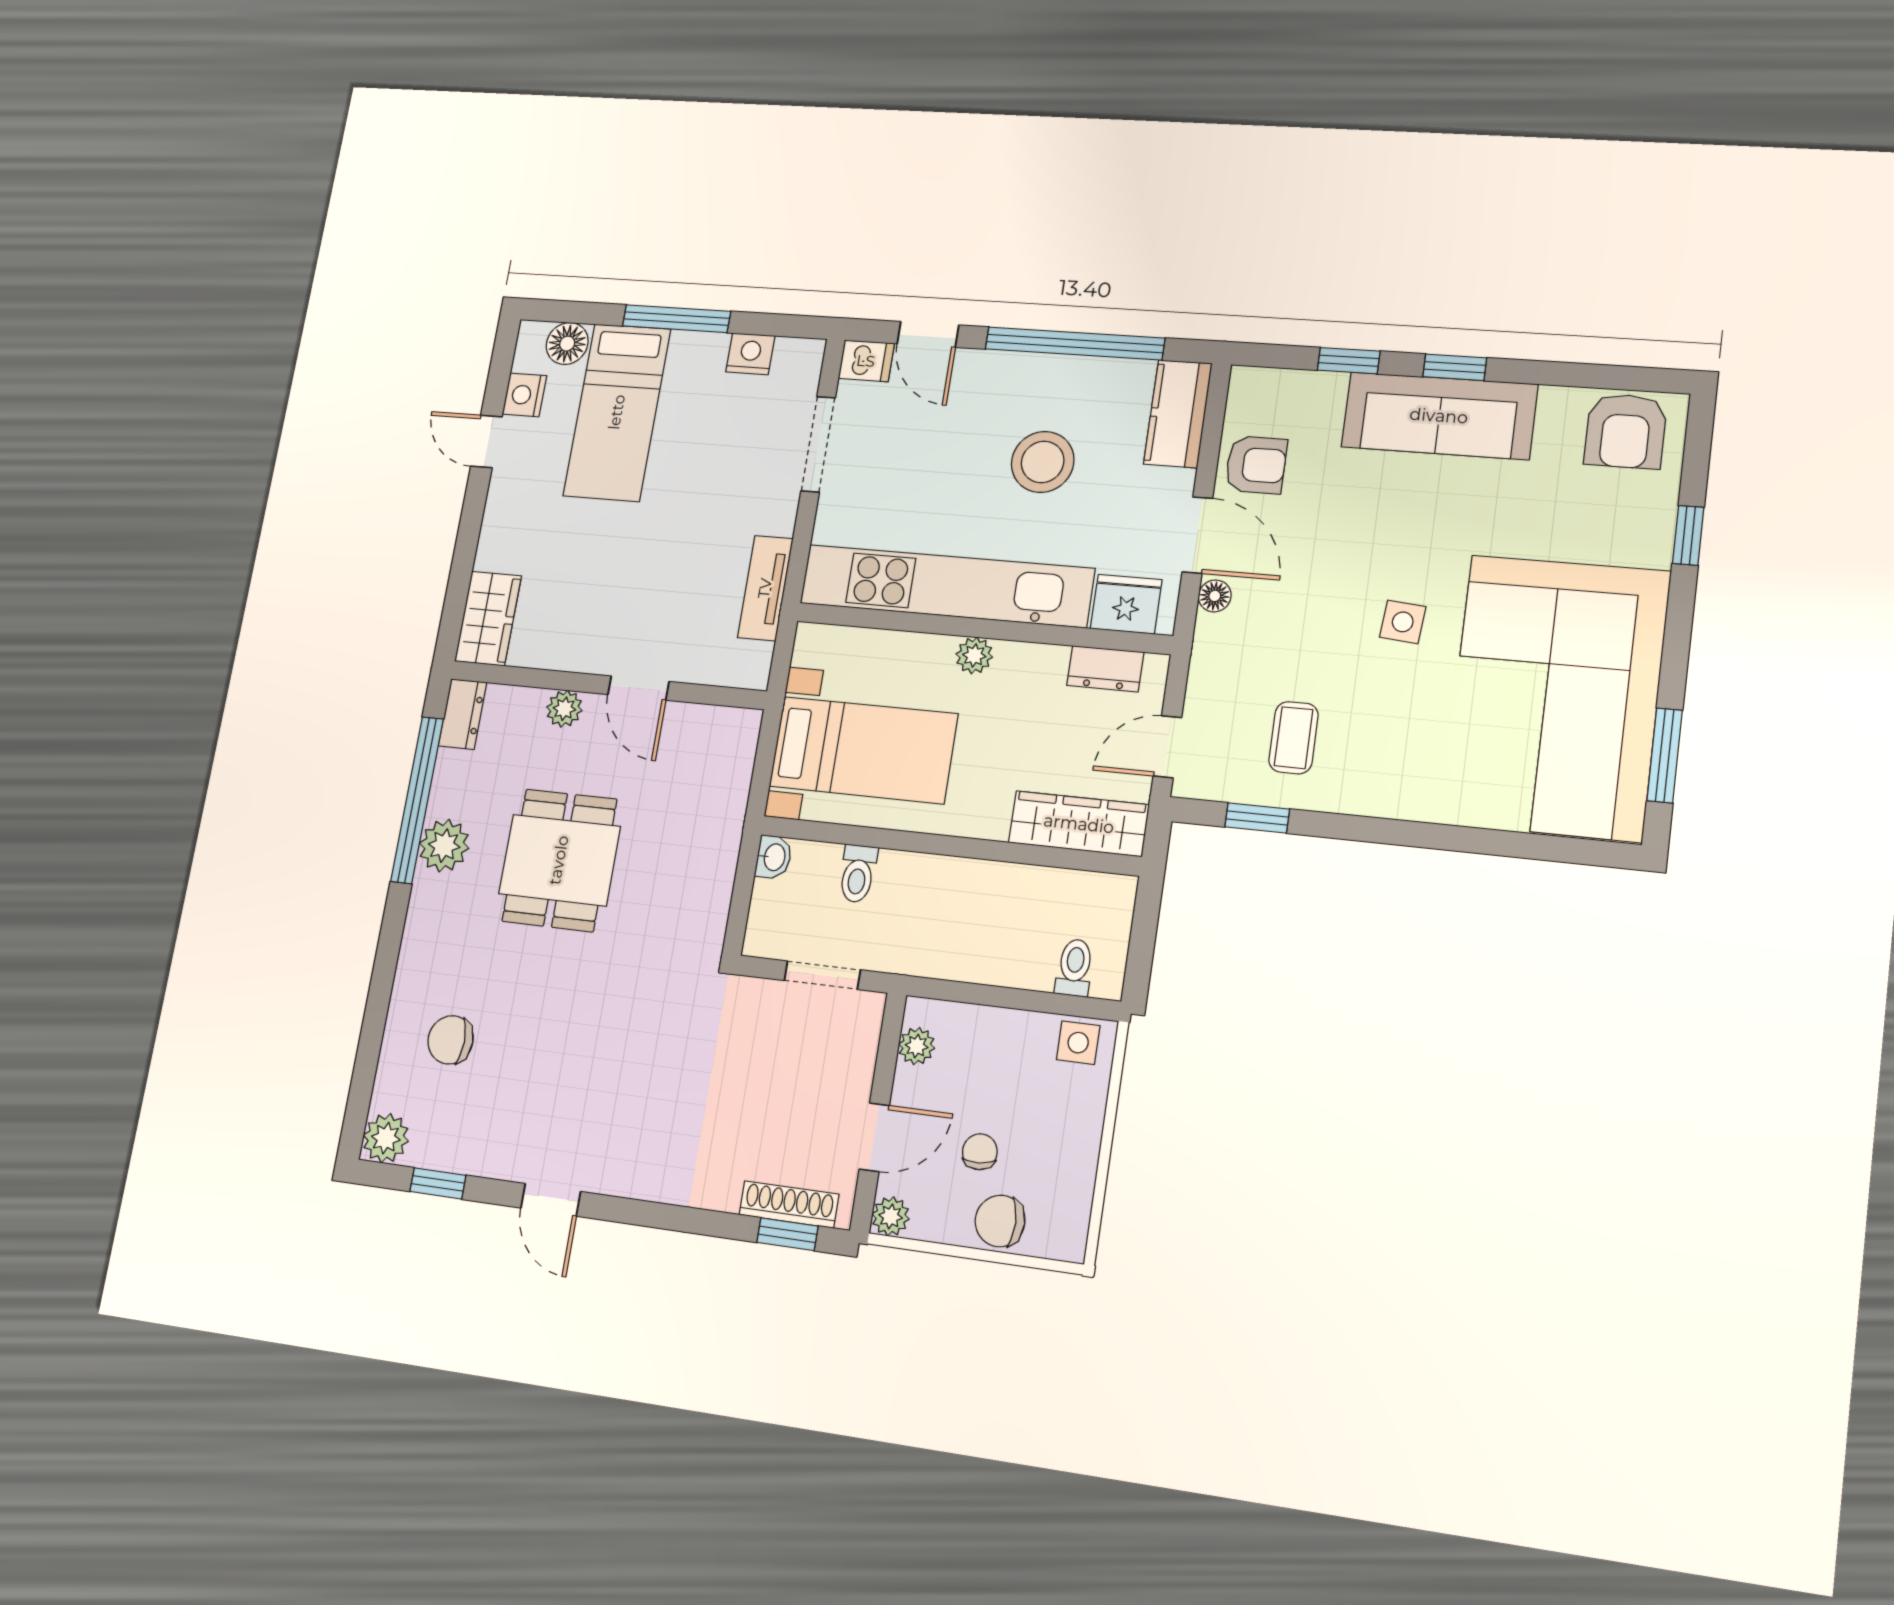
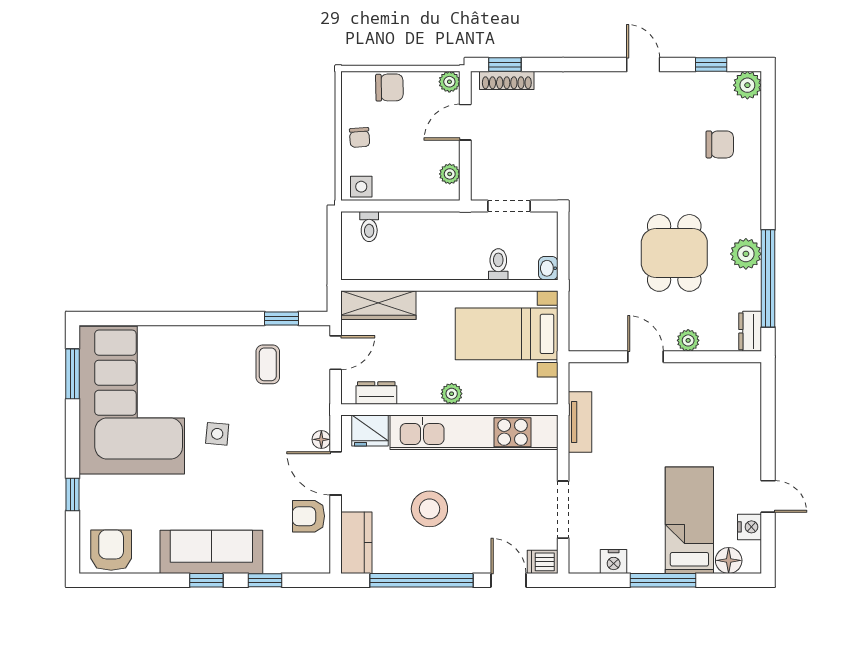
wardrobe: (488, 618) -> (746, 389), removed
chair: (980, 1152) -> (360, 137), moved

